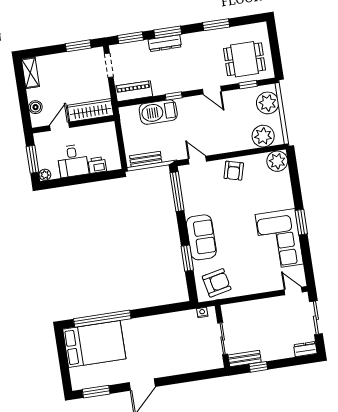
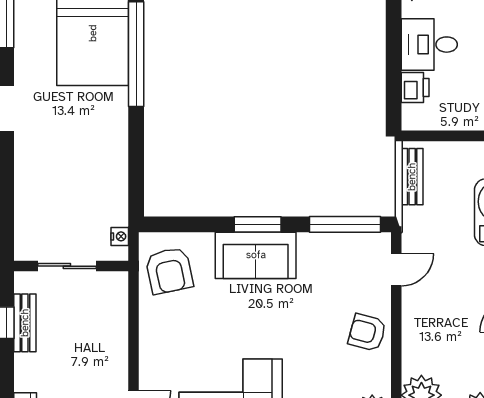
window: (187, 258) -> (258, 224), moved
bench: (245, 358) -> (25, 323), moved

